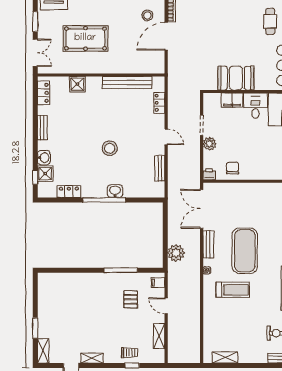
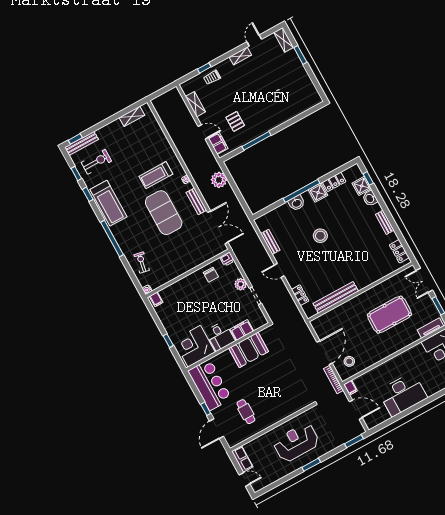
shower: (77, 84) -> (318, 193), moved
filing cabinet: (158, 283) -> (218, 143), width x2.00

